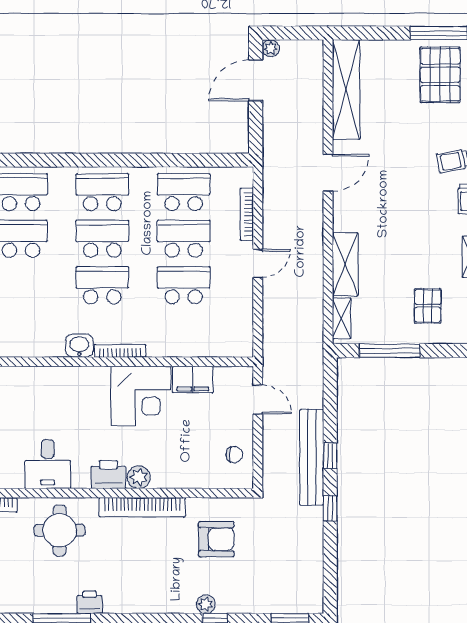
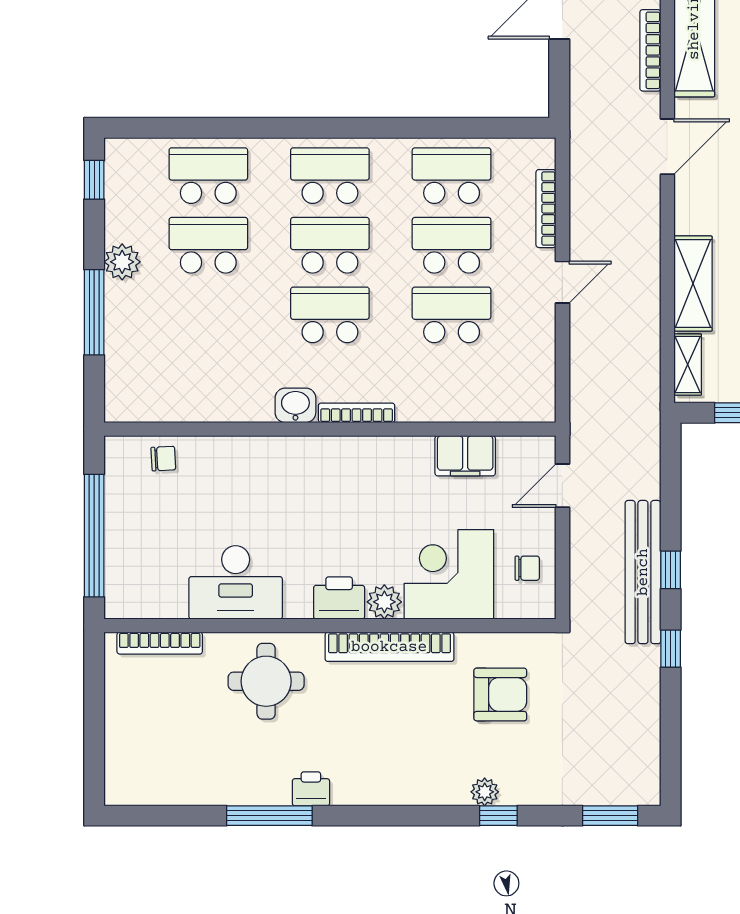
bookcase: (317, 108) -> (650, 50), added
corner desk: (141, 396) -> (449, 574), moved, turned 180
door: (258, 399) -> (562, 486), swing flipped
desk: (48, 464) -> (236, 582), width x1.37

